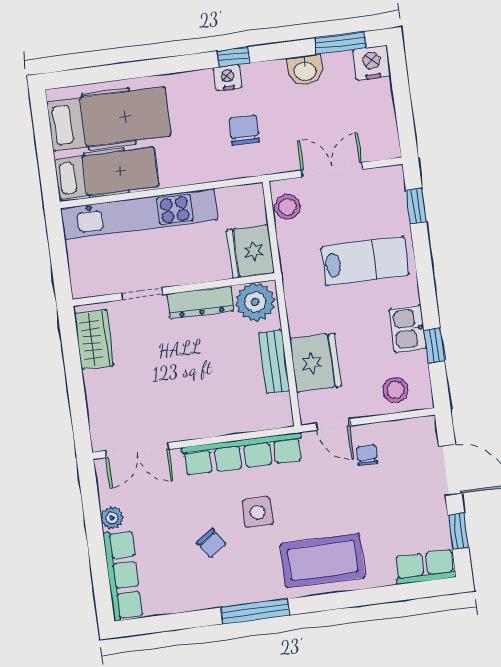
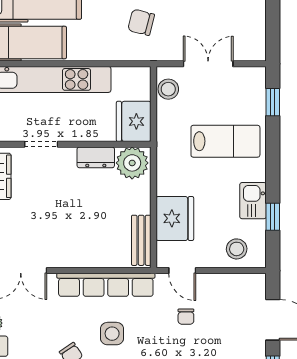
chair: (244, 130) -> (141, 22), turned -76
dresser: (200, 302) -> (96, 157), width x0.70
bench: (274, 362) -> (141, 240), moved
chair: (367, 455) -> (186, 317), moved, turned 180

